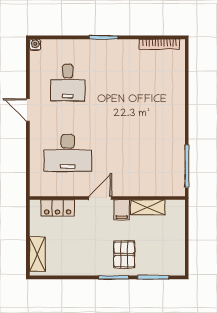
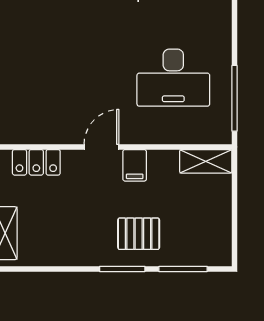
desk: (68, 153) -> (173, 78), moved
shelving: (148, 207) -> (206, 161), moved
pallet: (124, 254) -> (139, 234), turned 90

